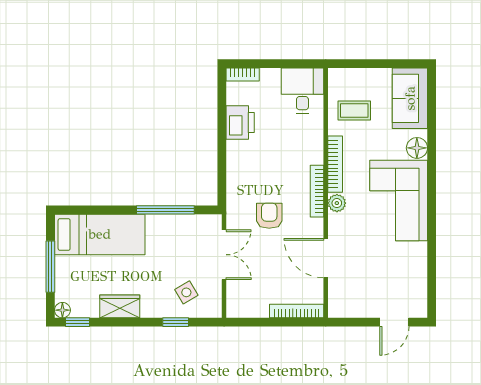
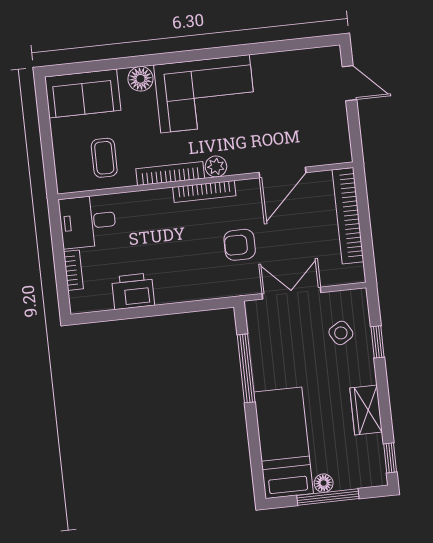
bookcase: (243, 75) -> (73, 270), moved
floor lamp: (62, 310) -> (324, 483), moved
bookcase: (297, 311) -> (348, 216), width x1.48, depth x1.31

